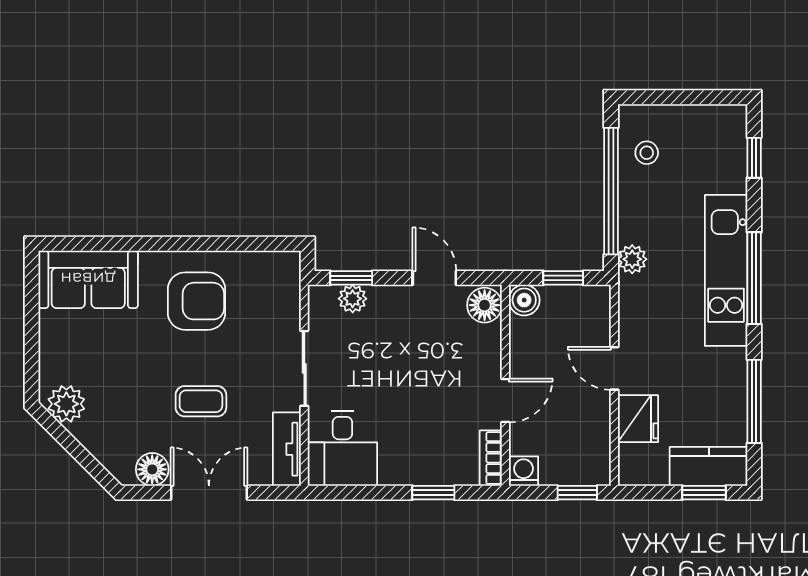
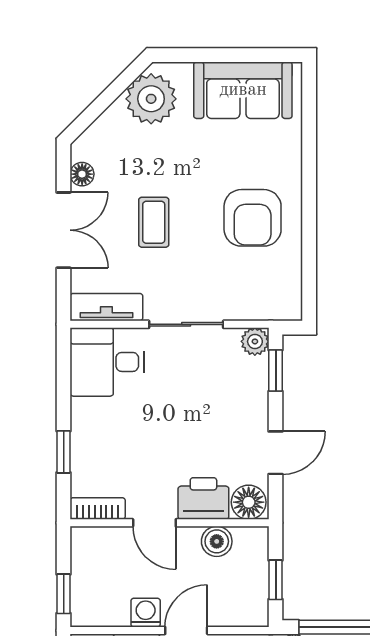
sofa: (88, 279) -> (243, 90), moved, turned -90
plant: (353, 299) -> (255, 341), moved
boiler: (524, 300) -> (217, 541), moved
printer: (481, 351) -> (203, 499), added
plant: (66, 404) -> (151, 99), width x1.36, depth x1.36
floor lamp: (152, 469) -> (82, 174), width x0.73, depth x0.73
washing machine: (523, 471) -> (146, 613), moved, turned -90

